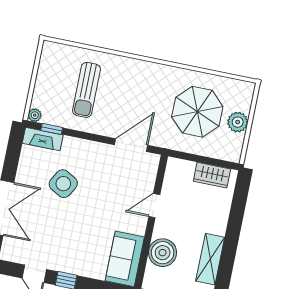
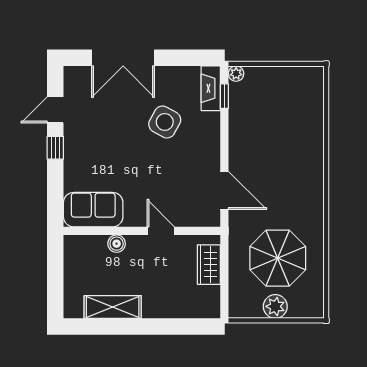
sun lounger: (86, 90) -> (277, 127), removed
wardrobe: (212, 175) -> (209, 265), moved
boiler: (163, 253) -> (117, 244), width x0.54, depth x0.54

